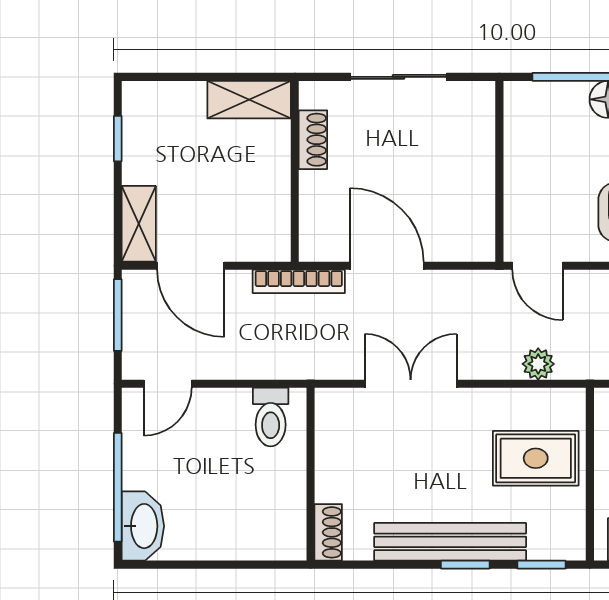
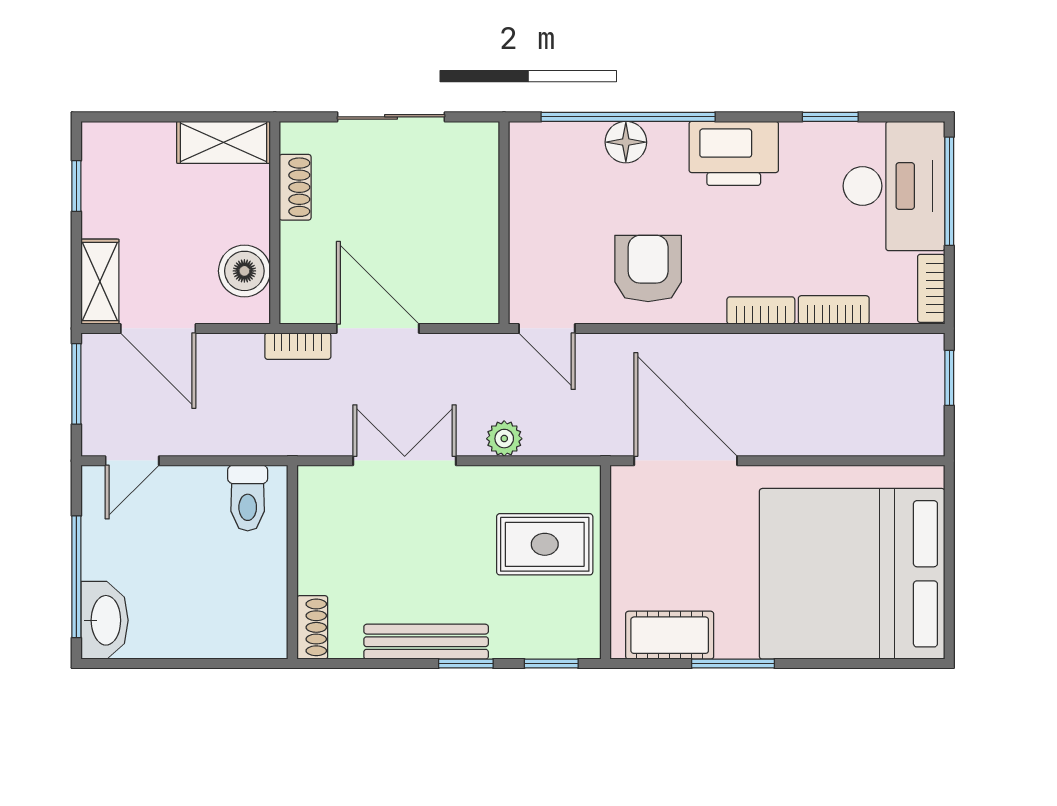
boiler: (268, 214) -> (244, 271), added
bookcase: (299, 281) -> (298, 346), width x0.64
plant: (538, 364) -> (504, 439), moved
bench: (450, 542) -> (426, 642), width x0.73, depth x0.82

